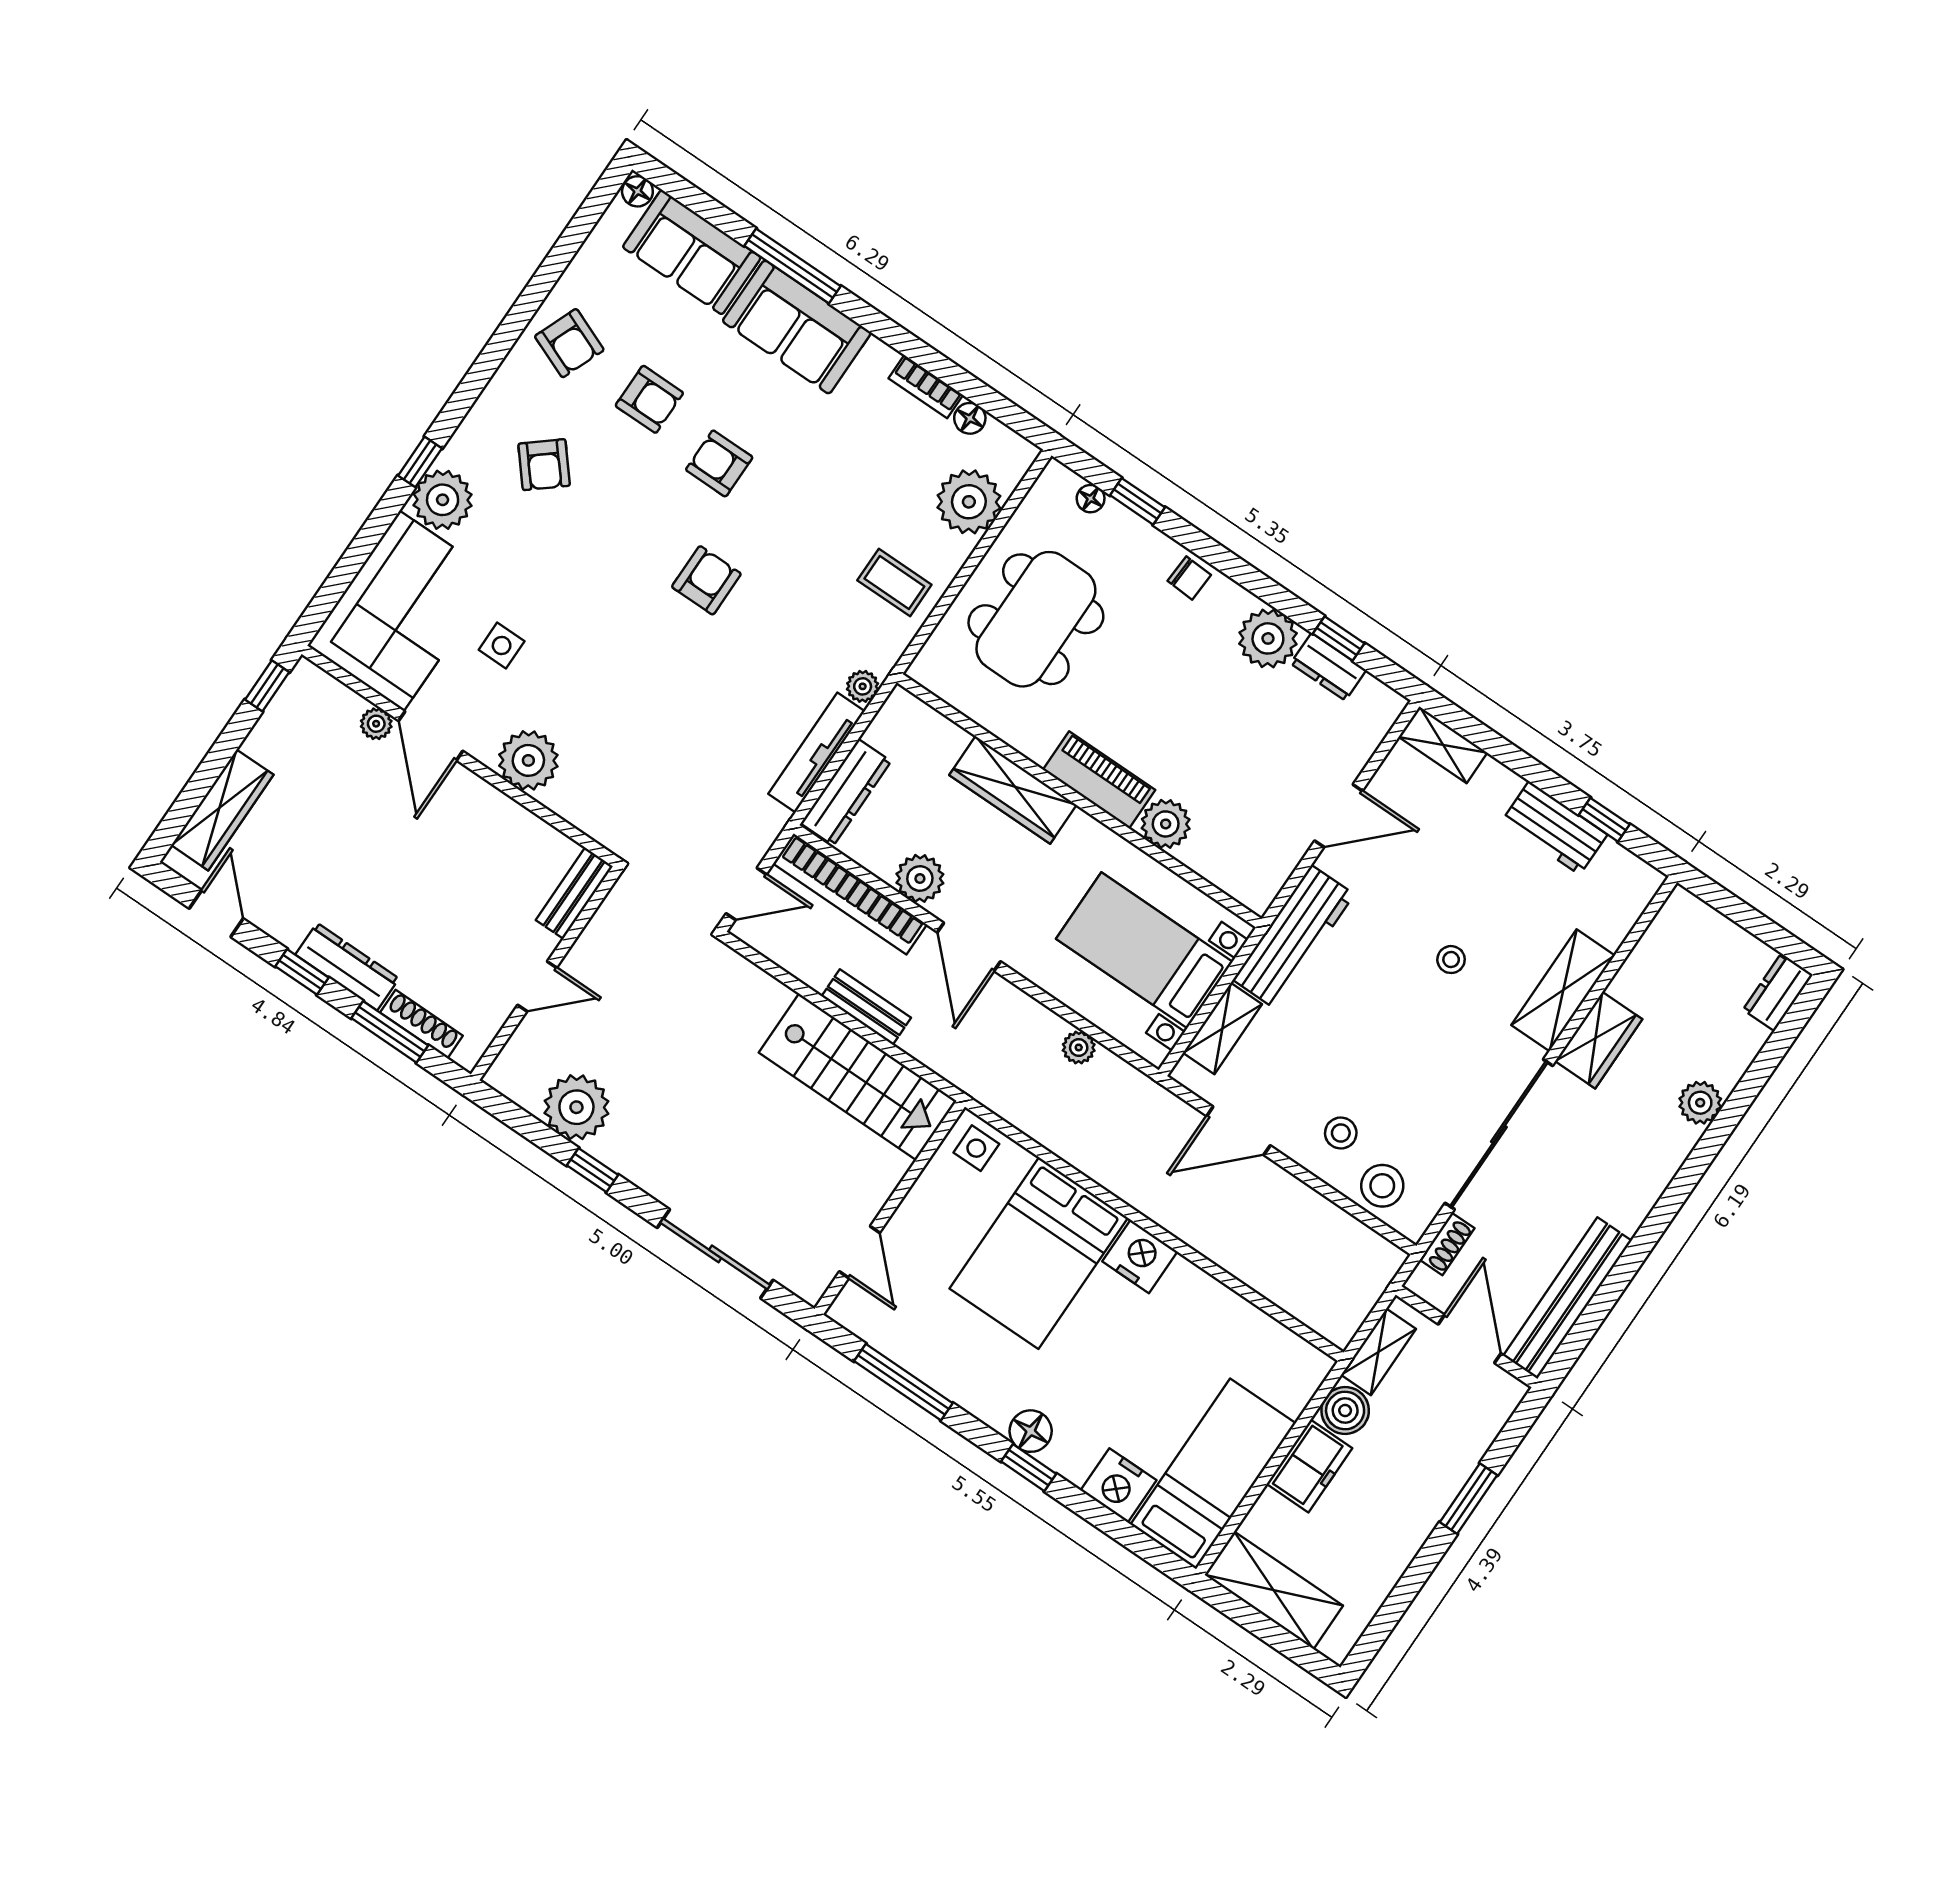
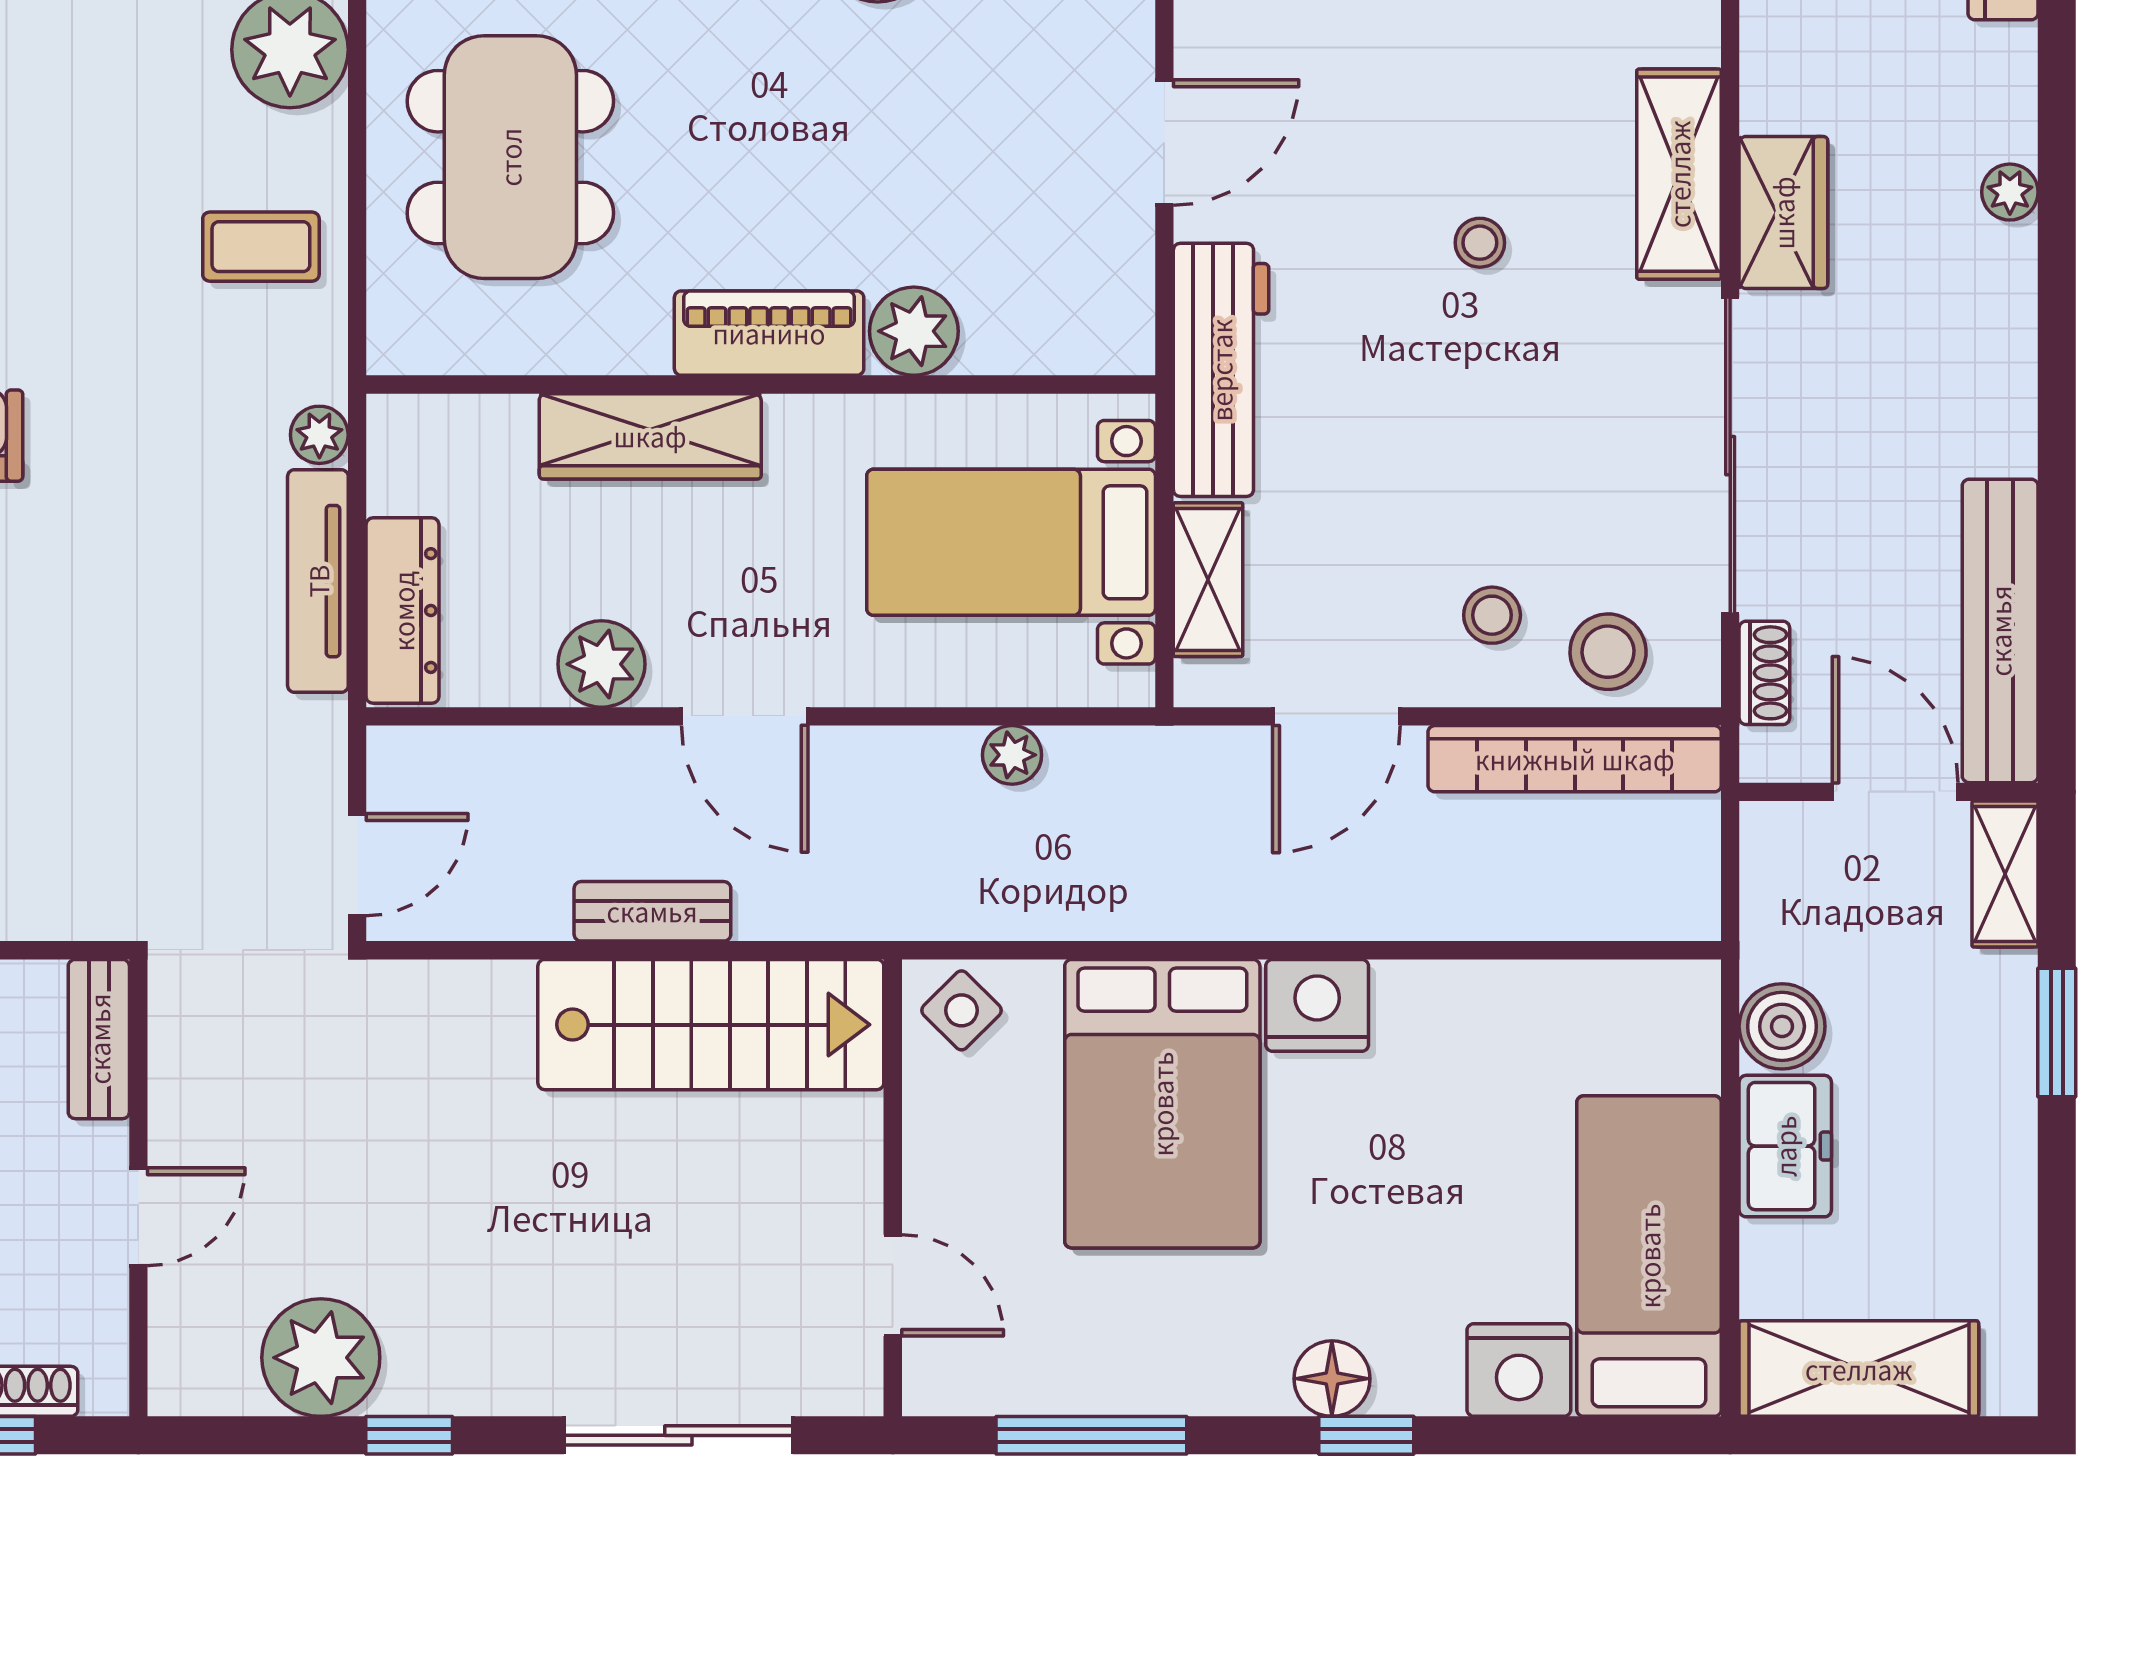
bookcase: (850, 894) -> (1575, 759), moved
plant: (1700, 1103) -> (2010, 192), width x0.73, depth x0.73
side table: (976, 1148) -> (961, 1010), turned 45
shelving: (1379, 1352) -> (2005, 874), moved

